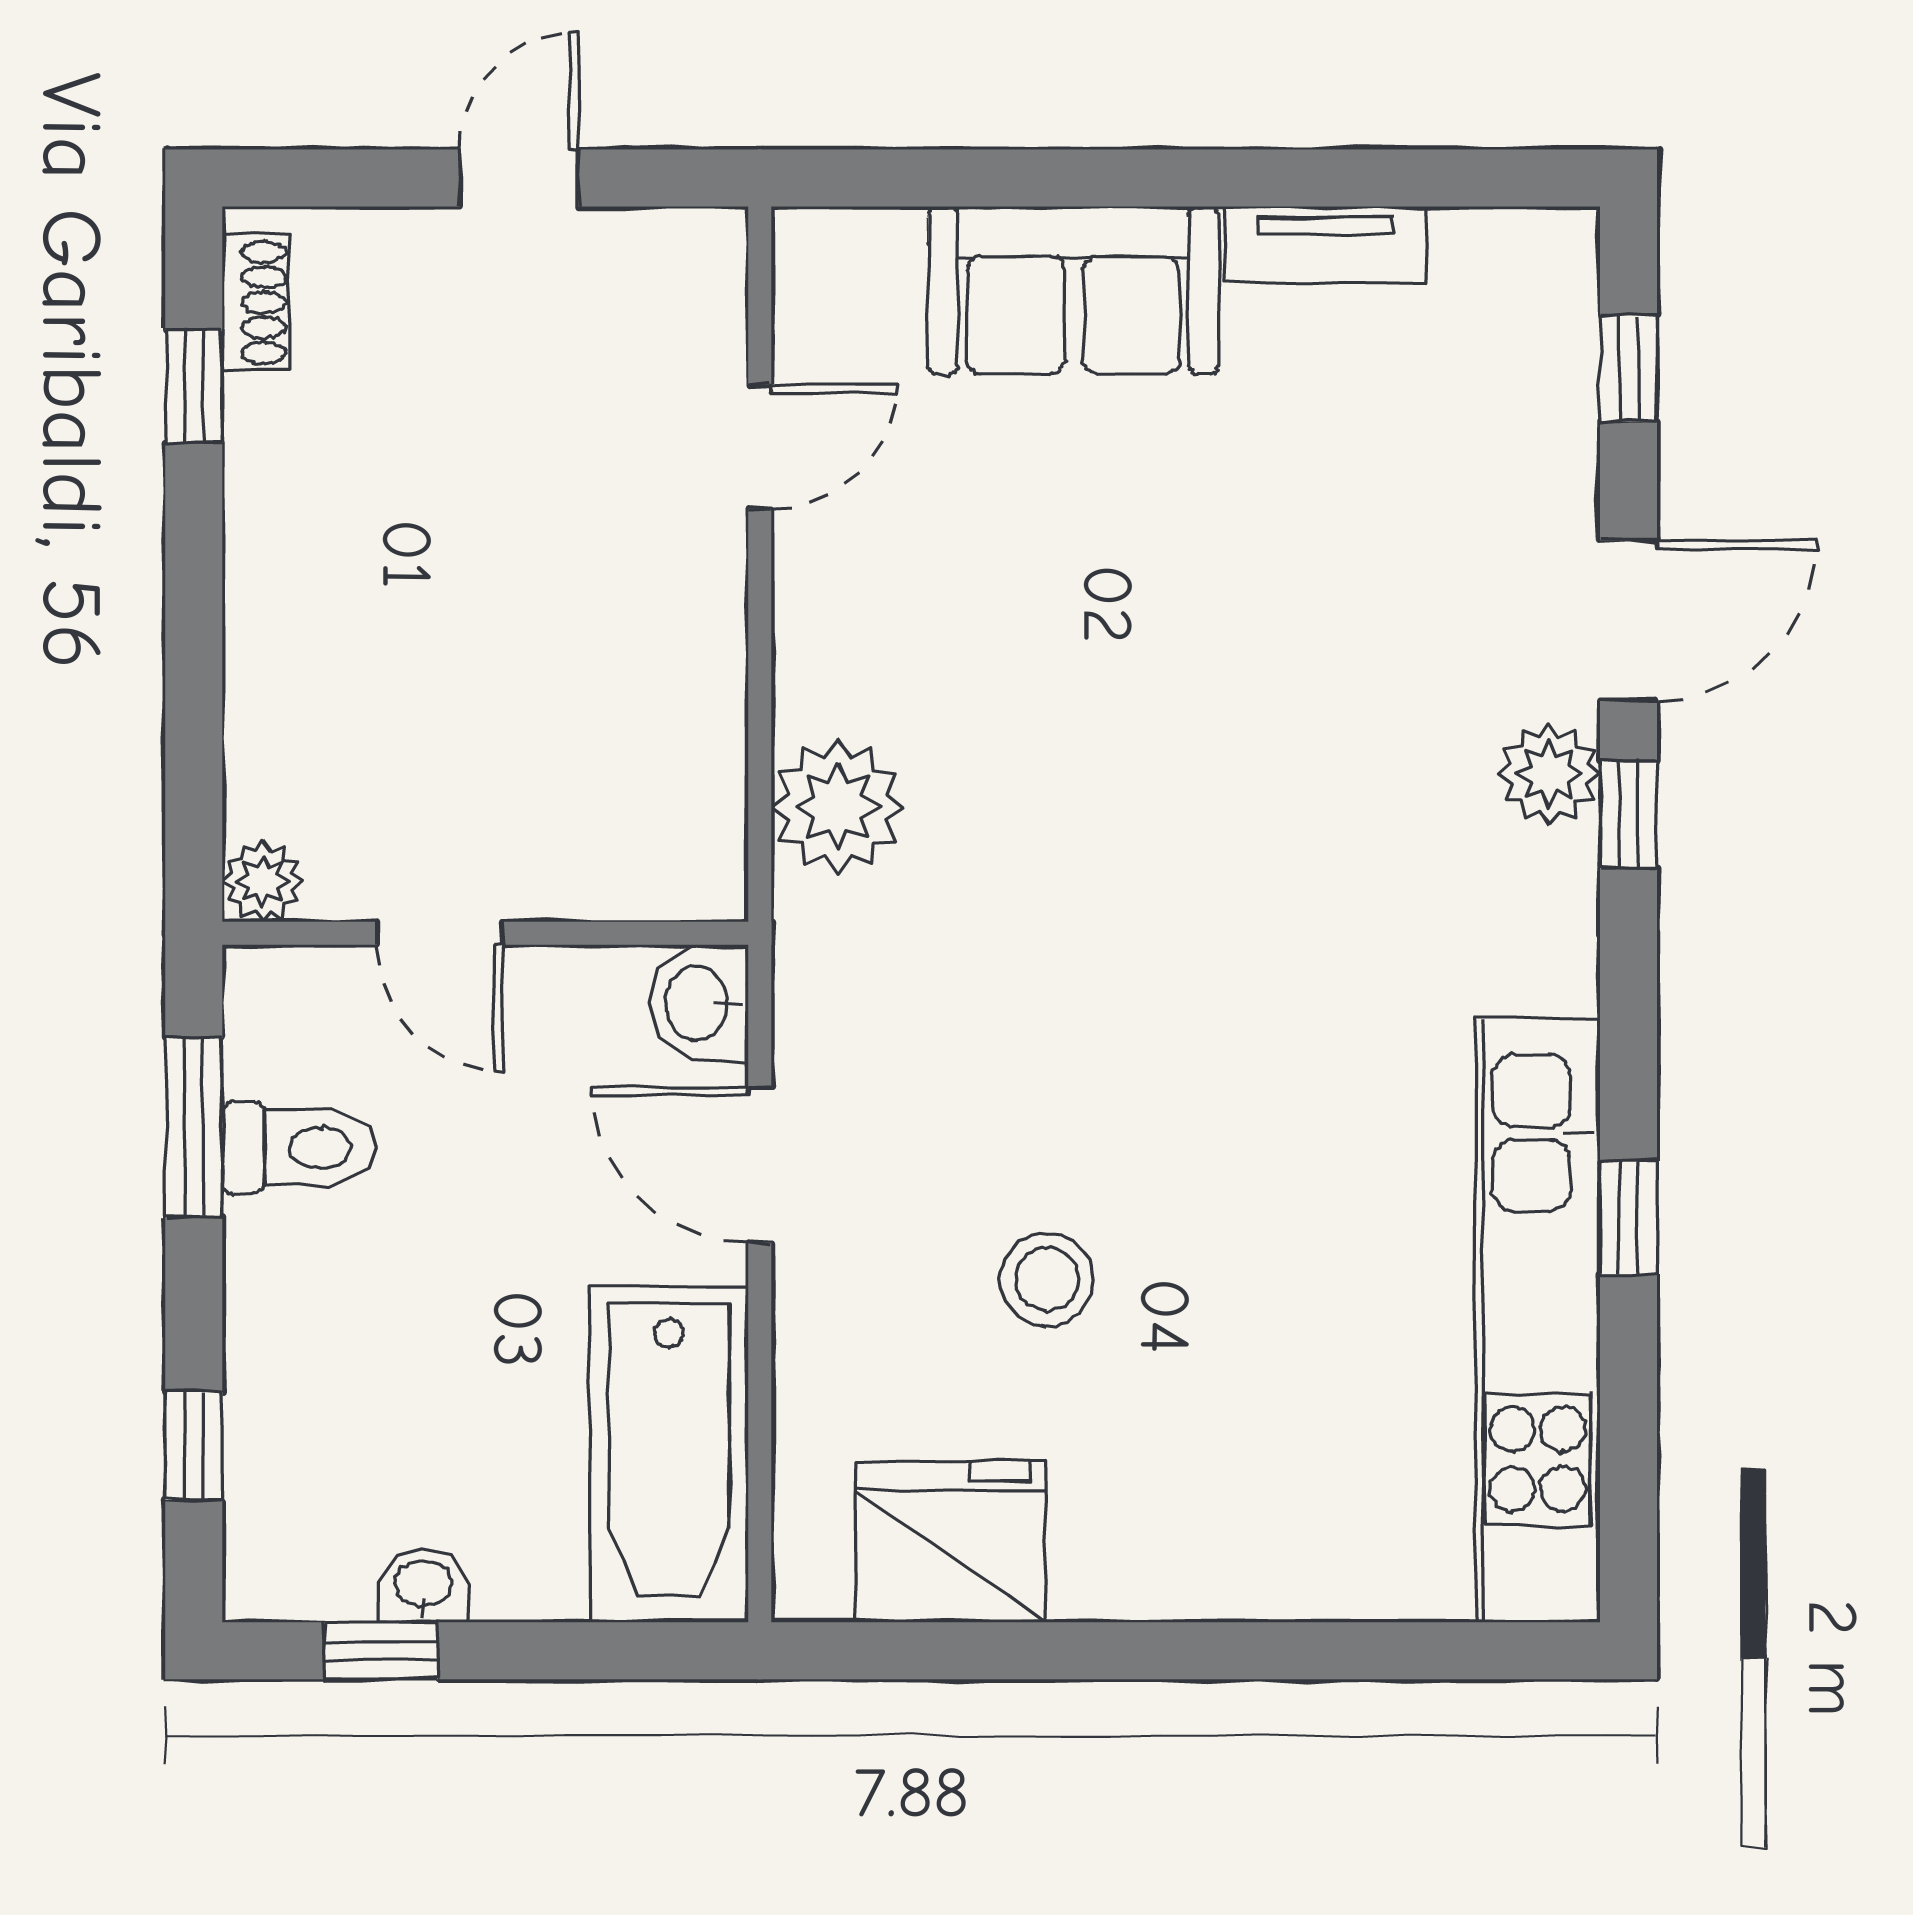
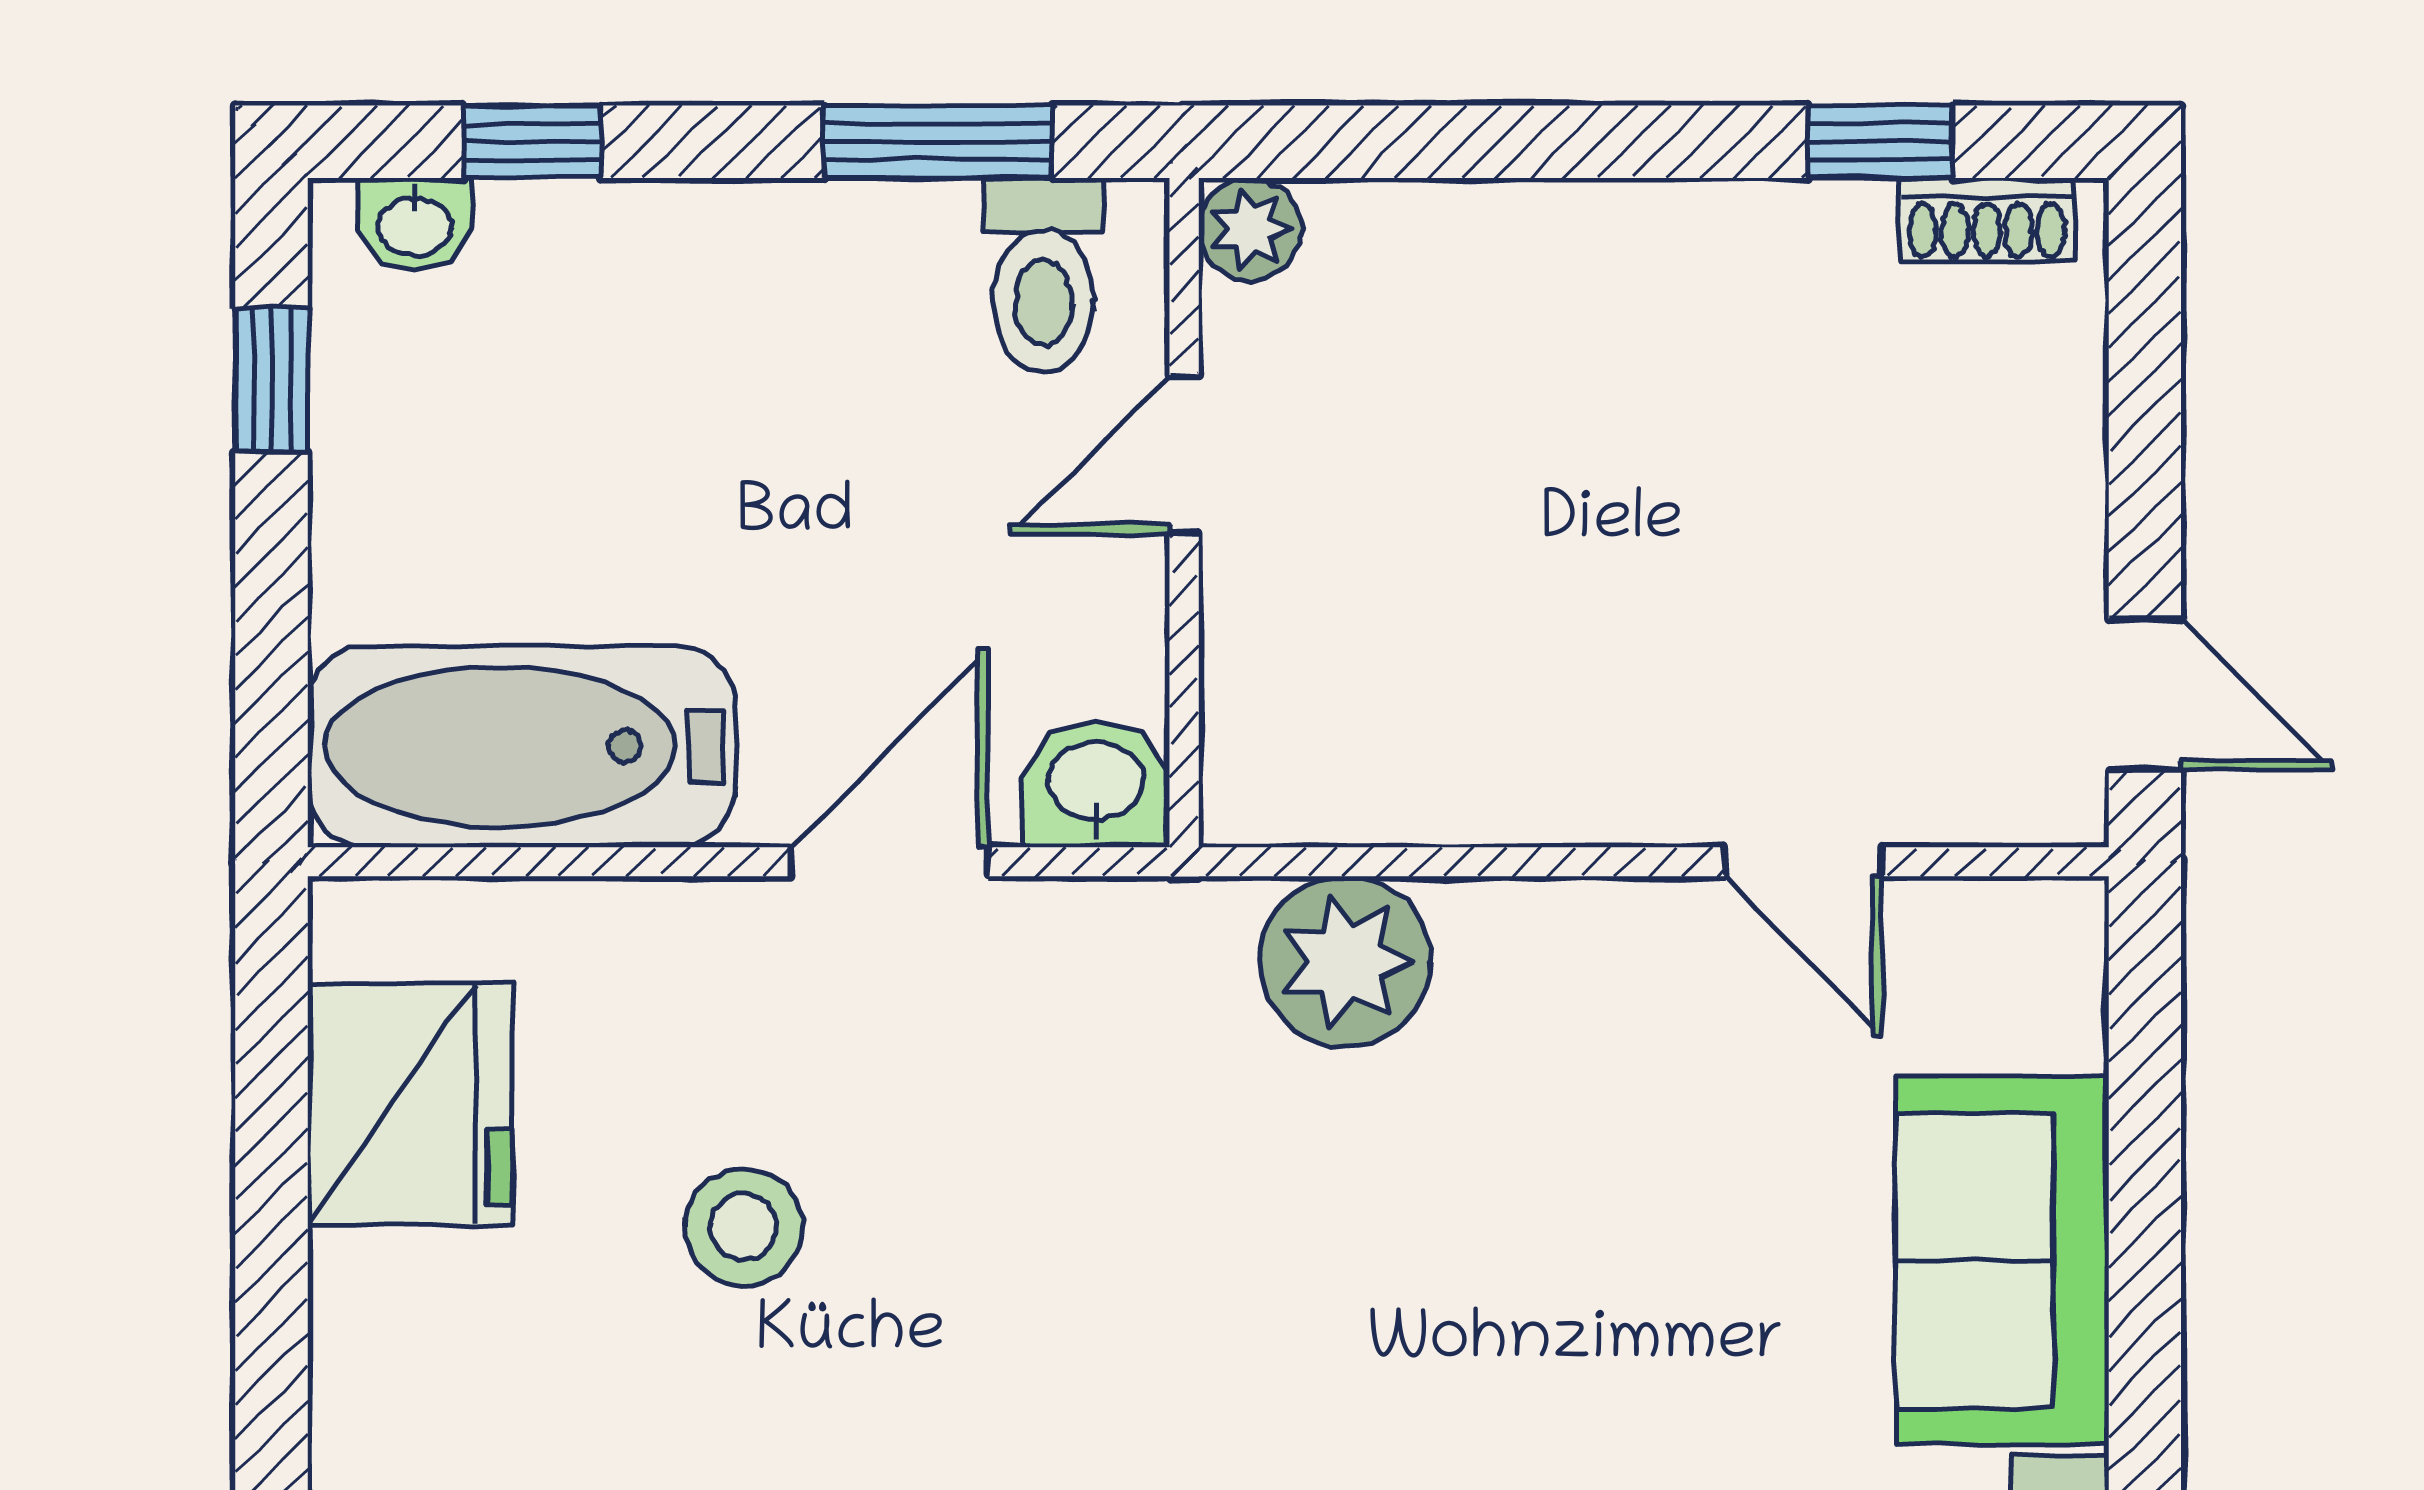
door: (519, 178) -> (2145, 695), moved
toilet: (299, 1148) -> (1043, 276), moved
washbasin: (423, 1586) -> (415, 224), moved, turned 90

